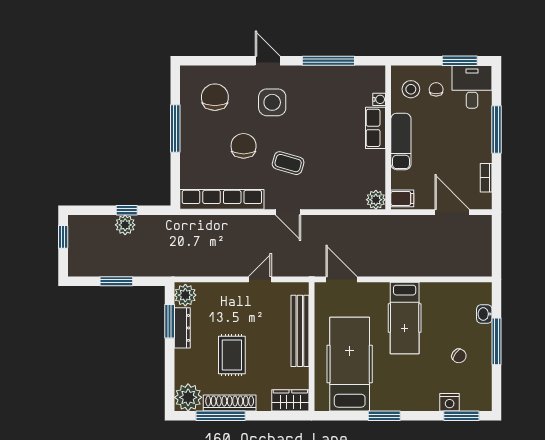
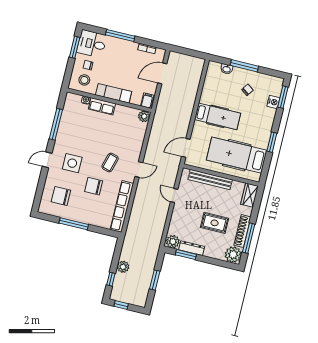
window: (127, 210) -> (111, 279), moved

